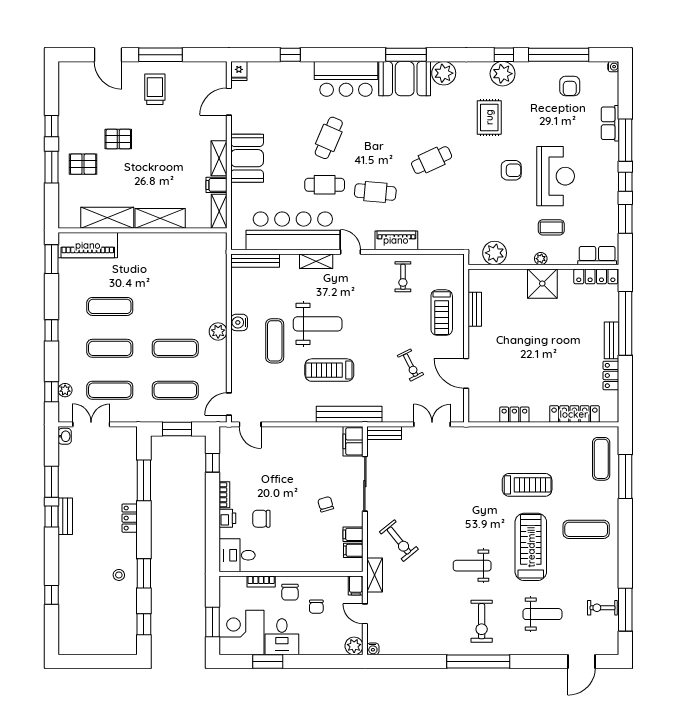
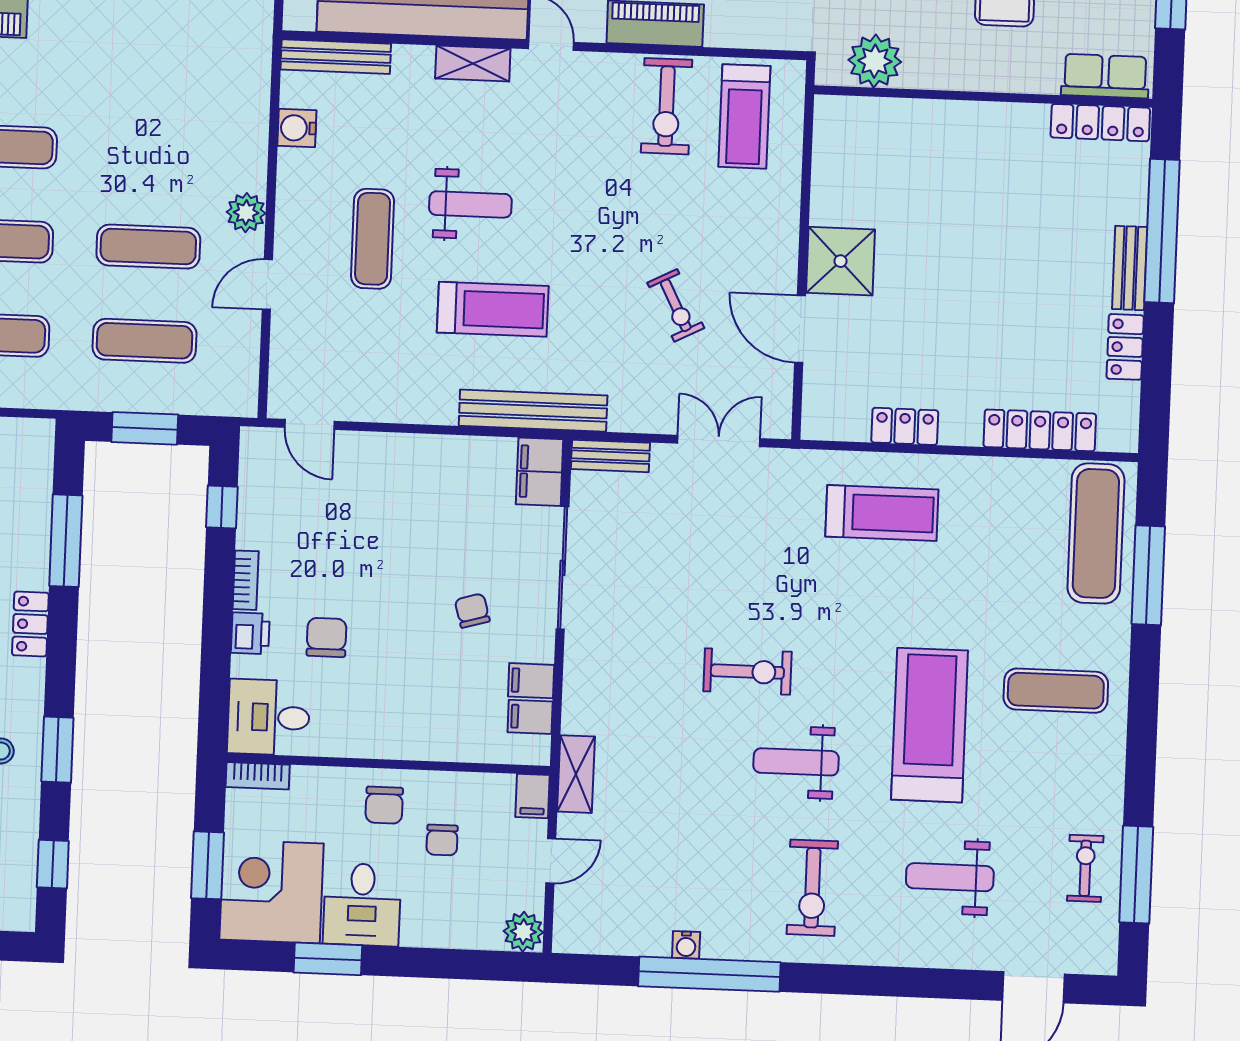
plant: (541, 259) -> (978, 78), removed
exercise bike: (403, 277) -> (667, 106), width x1.38, depth x1.39
shower: (542, 284) -> (841, 261), moved
bench: (475, 309) -> (825, 186), removed
treadmill: (442, 313) -> (744, 116), moved
water cooler: (239, 322) -> (297, 128), moved
weight bench: (318, 324) -> (470, 204), width x0.73, depth x0.75
treadmill: (329, 370) -> (493, 309), turned 180
door: (229, 404) -> (267, 284), moved
exercise mat: (601, 459) -> (1096, 533), width x1.36, depth x1.45
treadmill: (527, 485) -> (882, 513), moved
chair: (261, 519) -> (326, 637), turned 90
exercise bike: (399, 541) -> (747, 672), moved, turned -51
bookcase: (261, 581) -> (258, 776), moved
exercise bike: (602, 608) -> (1085, 868), turned 90
door: (365, 614) -> (551, 861), swing flipped
weight bench: (542, 614) -> (950, 877), turned 180
water cooler: (373, 649) -> (686, 945), moved
window: (478, 661) -> (709, 974), moved

